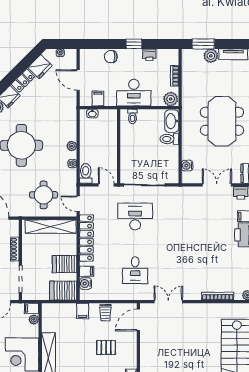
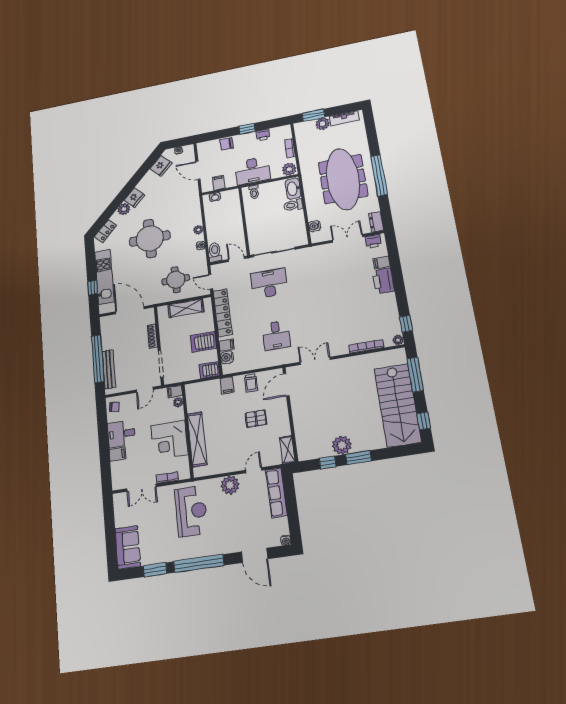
locker: (23, 81) -> (146, 181), removed
meeting table: (222, 121) -> (343, 179), width x1.36
shelving: (51, 227) -> (186, 308), width x0.68
server rack: (63, 291) -> (209, 370), width x0.73, depth x0.70

